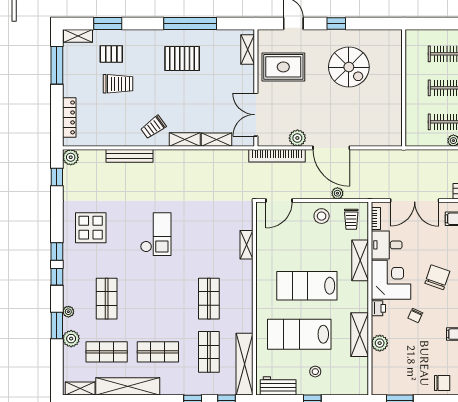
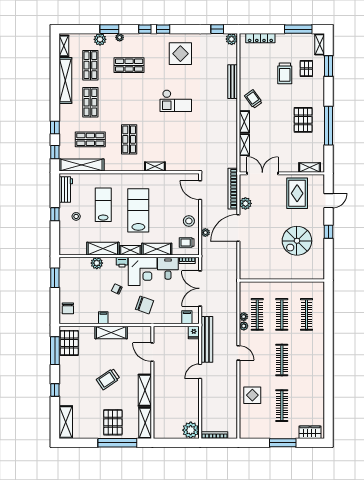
shelving: (246, 245) -> (155, 167), moved
shelving: (362, 297) -> (130, 250), added
shop shelf: (209, 299) -> (129, 139), turned 90
lab bench: (299, 334) -> (103, 205), width x0.73, depth x0.72

